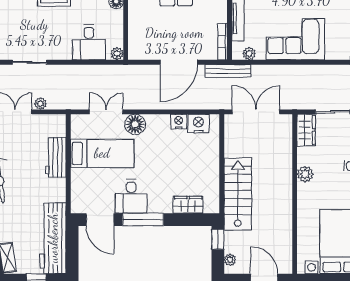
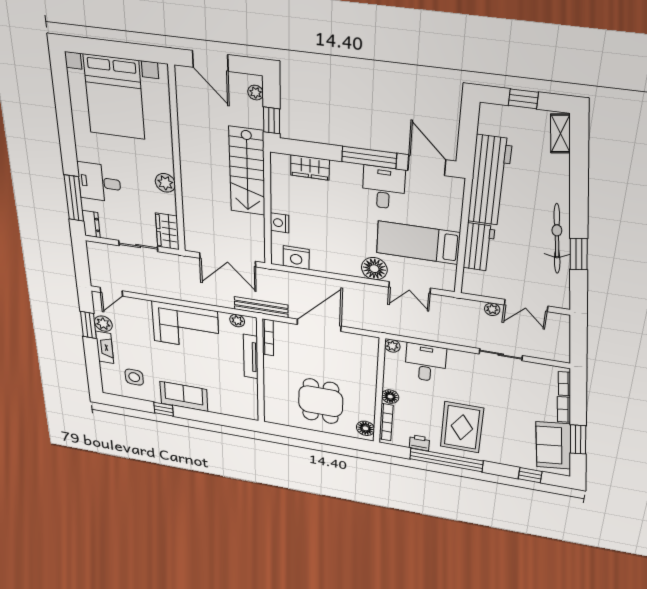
nightstand: (179, 122) -> (279, 223), moved, turned 90
workbench: (53, 238) -> (490, 181), moved

